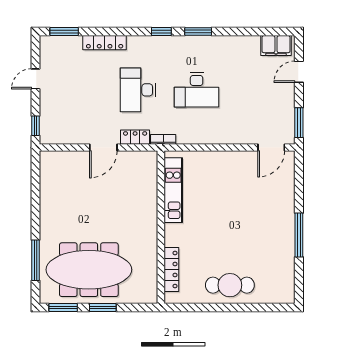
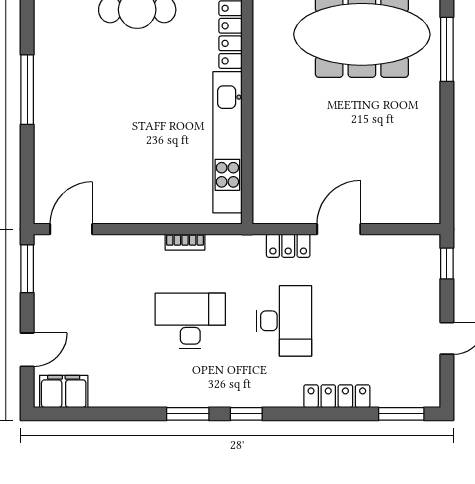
bookcase: (163, 139) -> (185, 242), moved
kitchen unit: (173, 190) -> (227, 142), width x1.36

